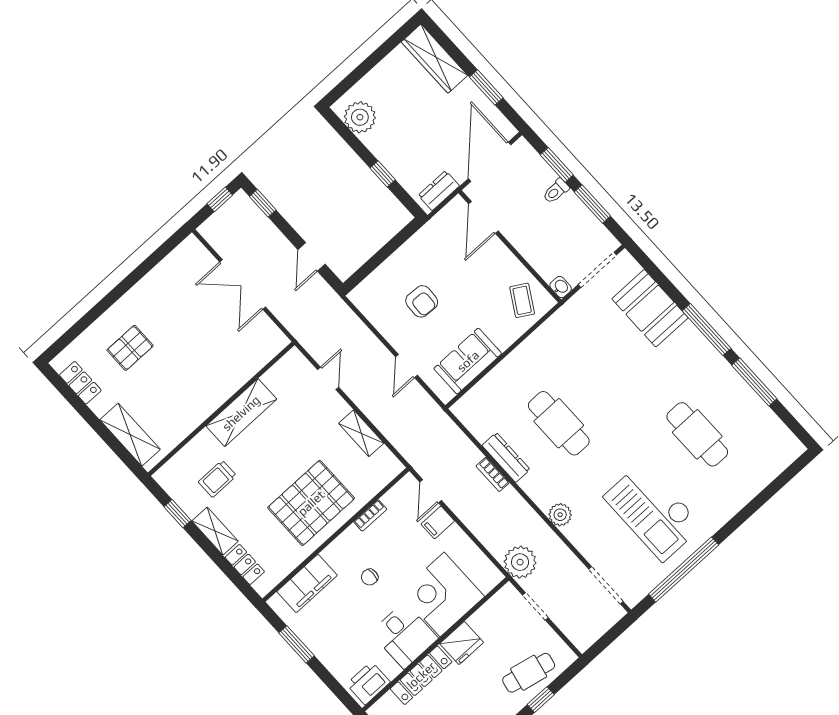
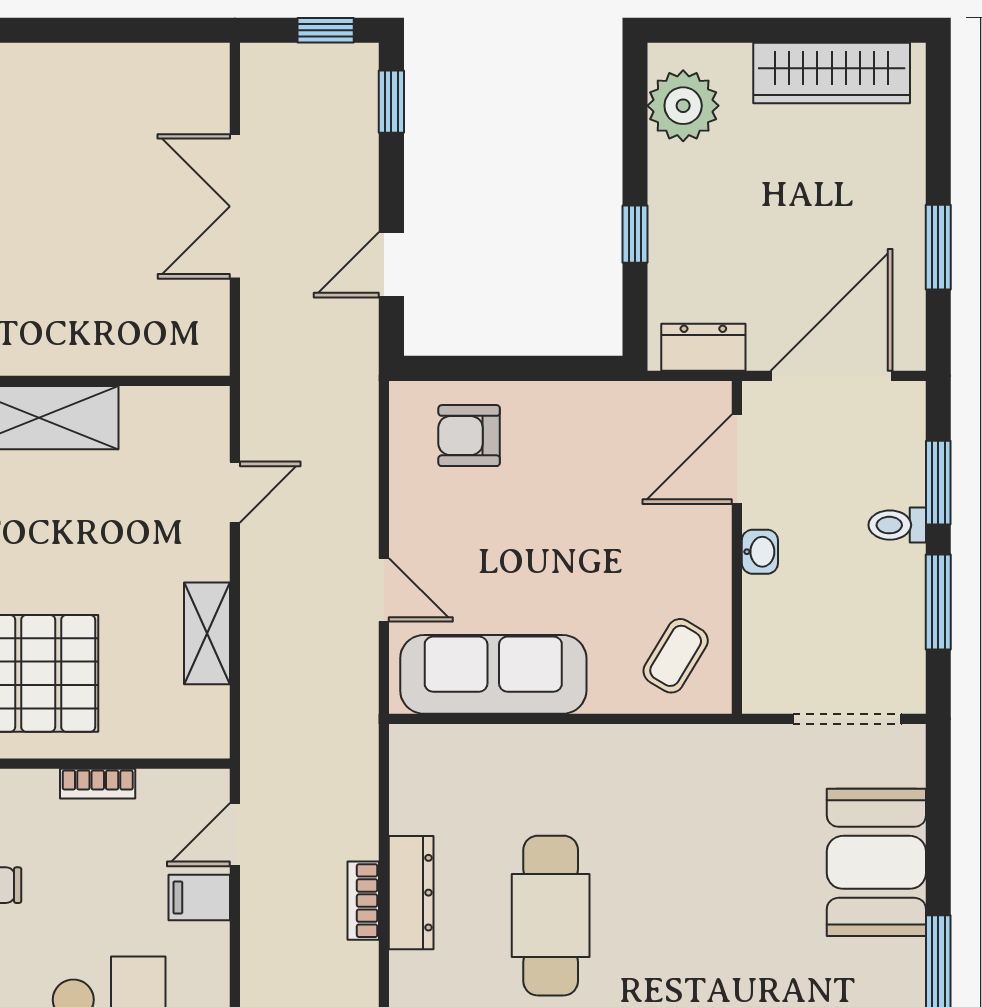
wardrobe: (434, 59) -> (832, 73), moved, turned -90
washbasin: (561, 287) -> (760, 552), moved
armchair: (422, 301) -> (469, 436), moved, turned 87
sofa: (468, 361) -> (493, 674), width x1.36
door: (406, 366) -> (384, 590), swing flipped

